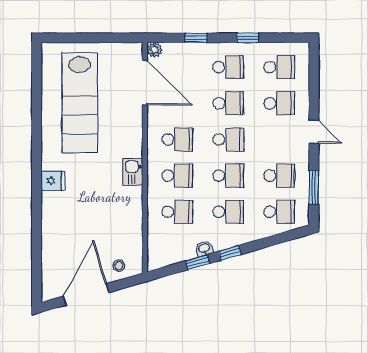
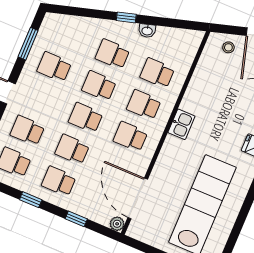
school desk: (279, 212) -> (68, 35), removed
window: (198, 262) -> (158, 21), removed

